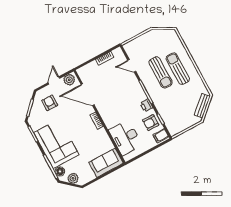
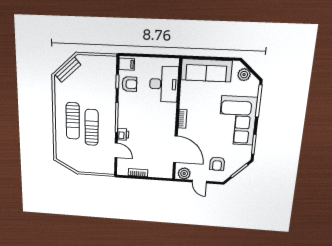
door: (54, 80) -> (199, 182), hinge flipped
printer: (146, 105) -> (123, 134), moved
sofa: (106, 163) -> (206, 70), width x1.36
floor lamp: (60, 171) -> (253, 90), removed

